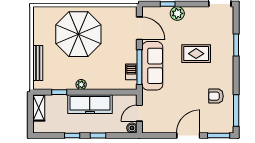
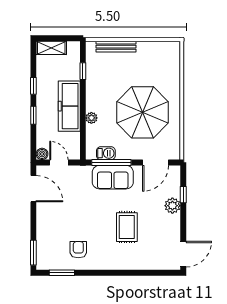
parasol: (78, 34) -> (143, 112), moved
window: (236, 45) -> (137, 273), removed
sofa: (152, 66) -> (113, 177), width x0.73
plant: (81, 85) -> (91, 118), moved
shelving: (39, 108) -> (51, 48), moved
window: (236, 111) -> (62, 273), width x0.69
door: (188, 135) -> (33, 189), moved

